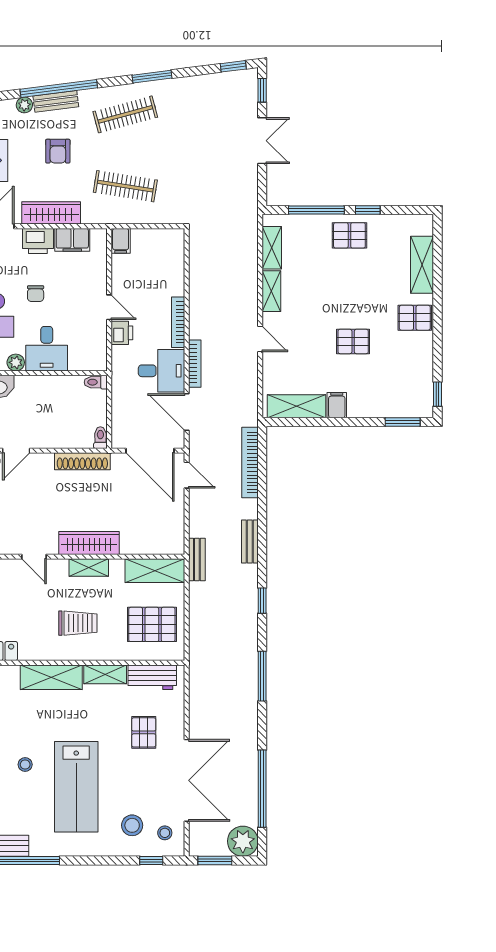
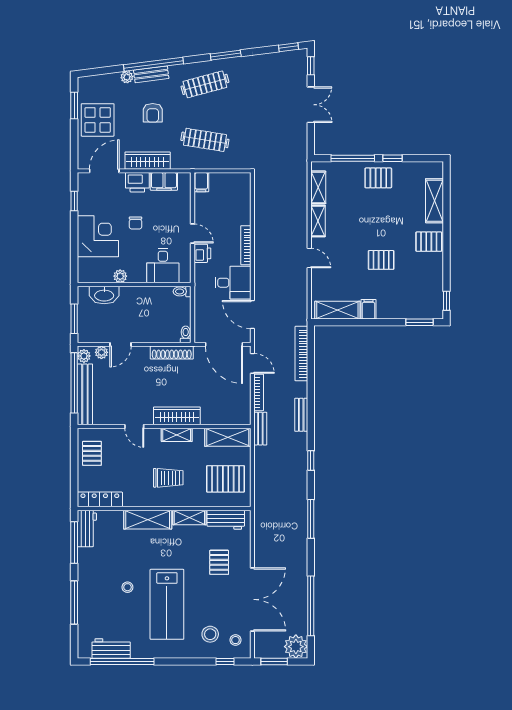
desk: (47, 349) -> (163, 266), moved
bookcase: (195, 364) -> (259, 392), moved

